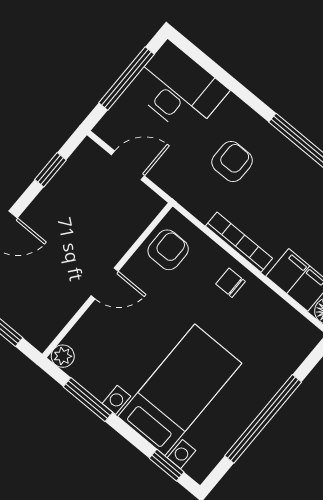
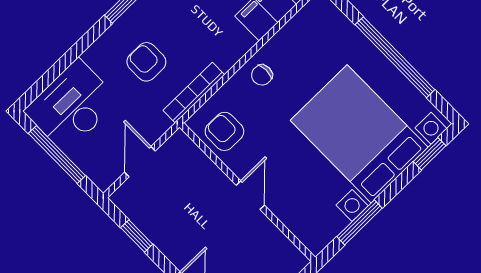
bookcase: (239, 242) -> (194, 93), moved
plant: (63, 356) -> (316, 242), removed
bed with nightstands: (180, 390) -> (359, 134), width x1.36

